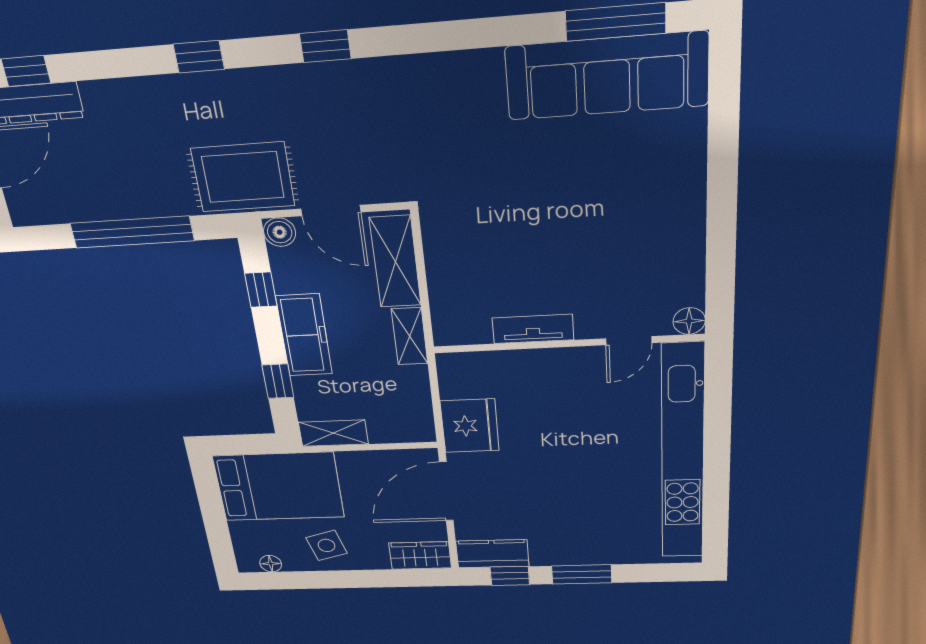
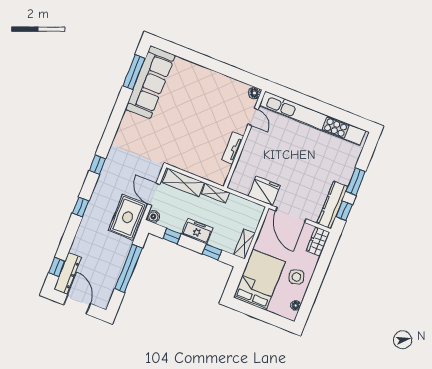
door: (331, 211) -> (154, 194), swing flipped
freezer: (304, 335) -> (197, 231), width x0.71
kitchen counter: (492, 554) -> (332, 205), width x1.50

